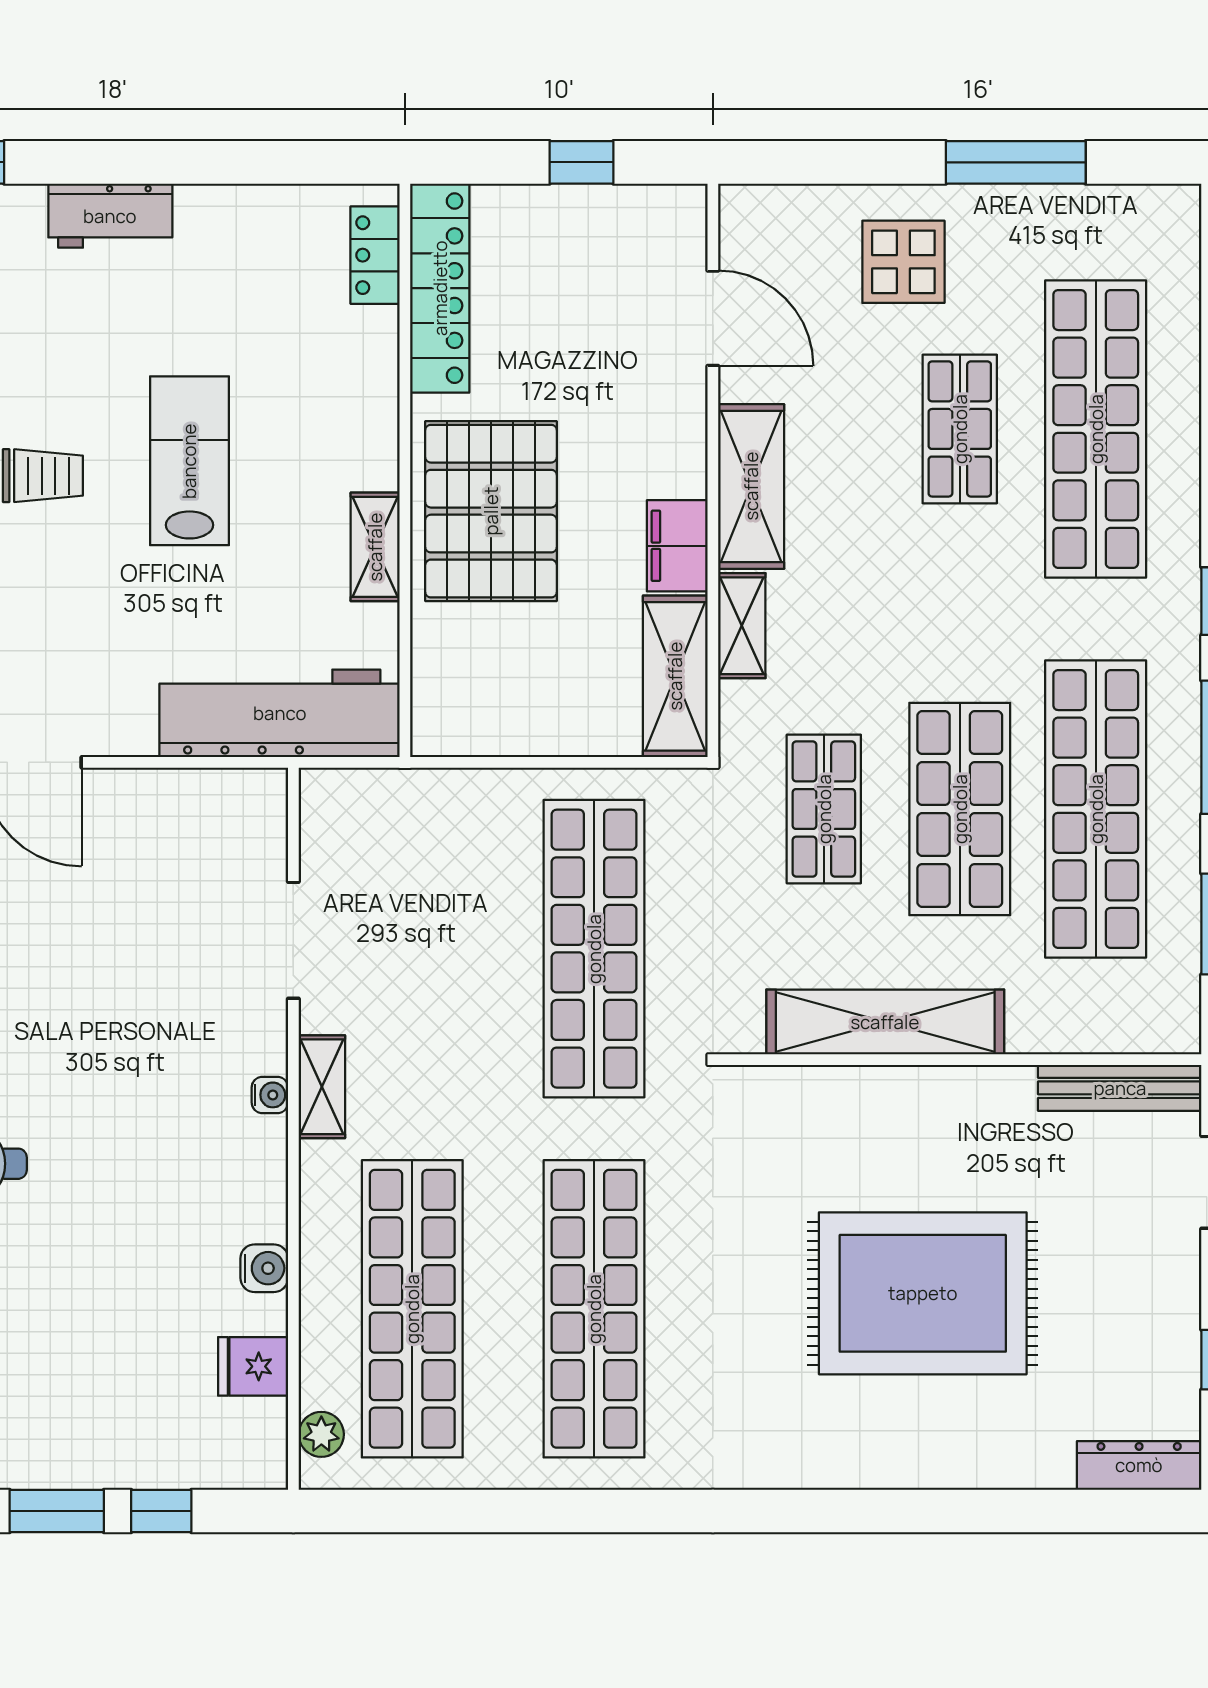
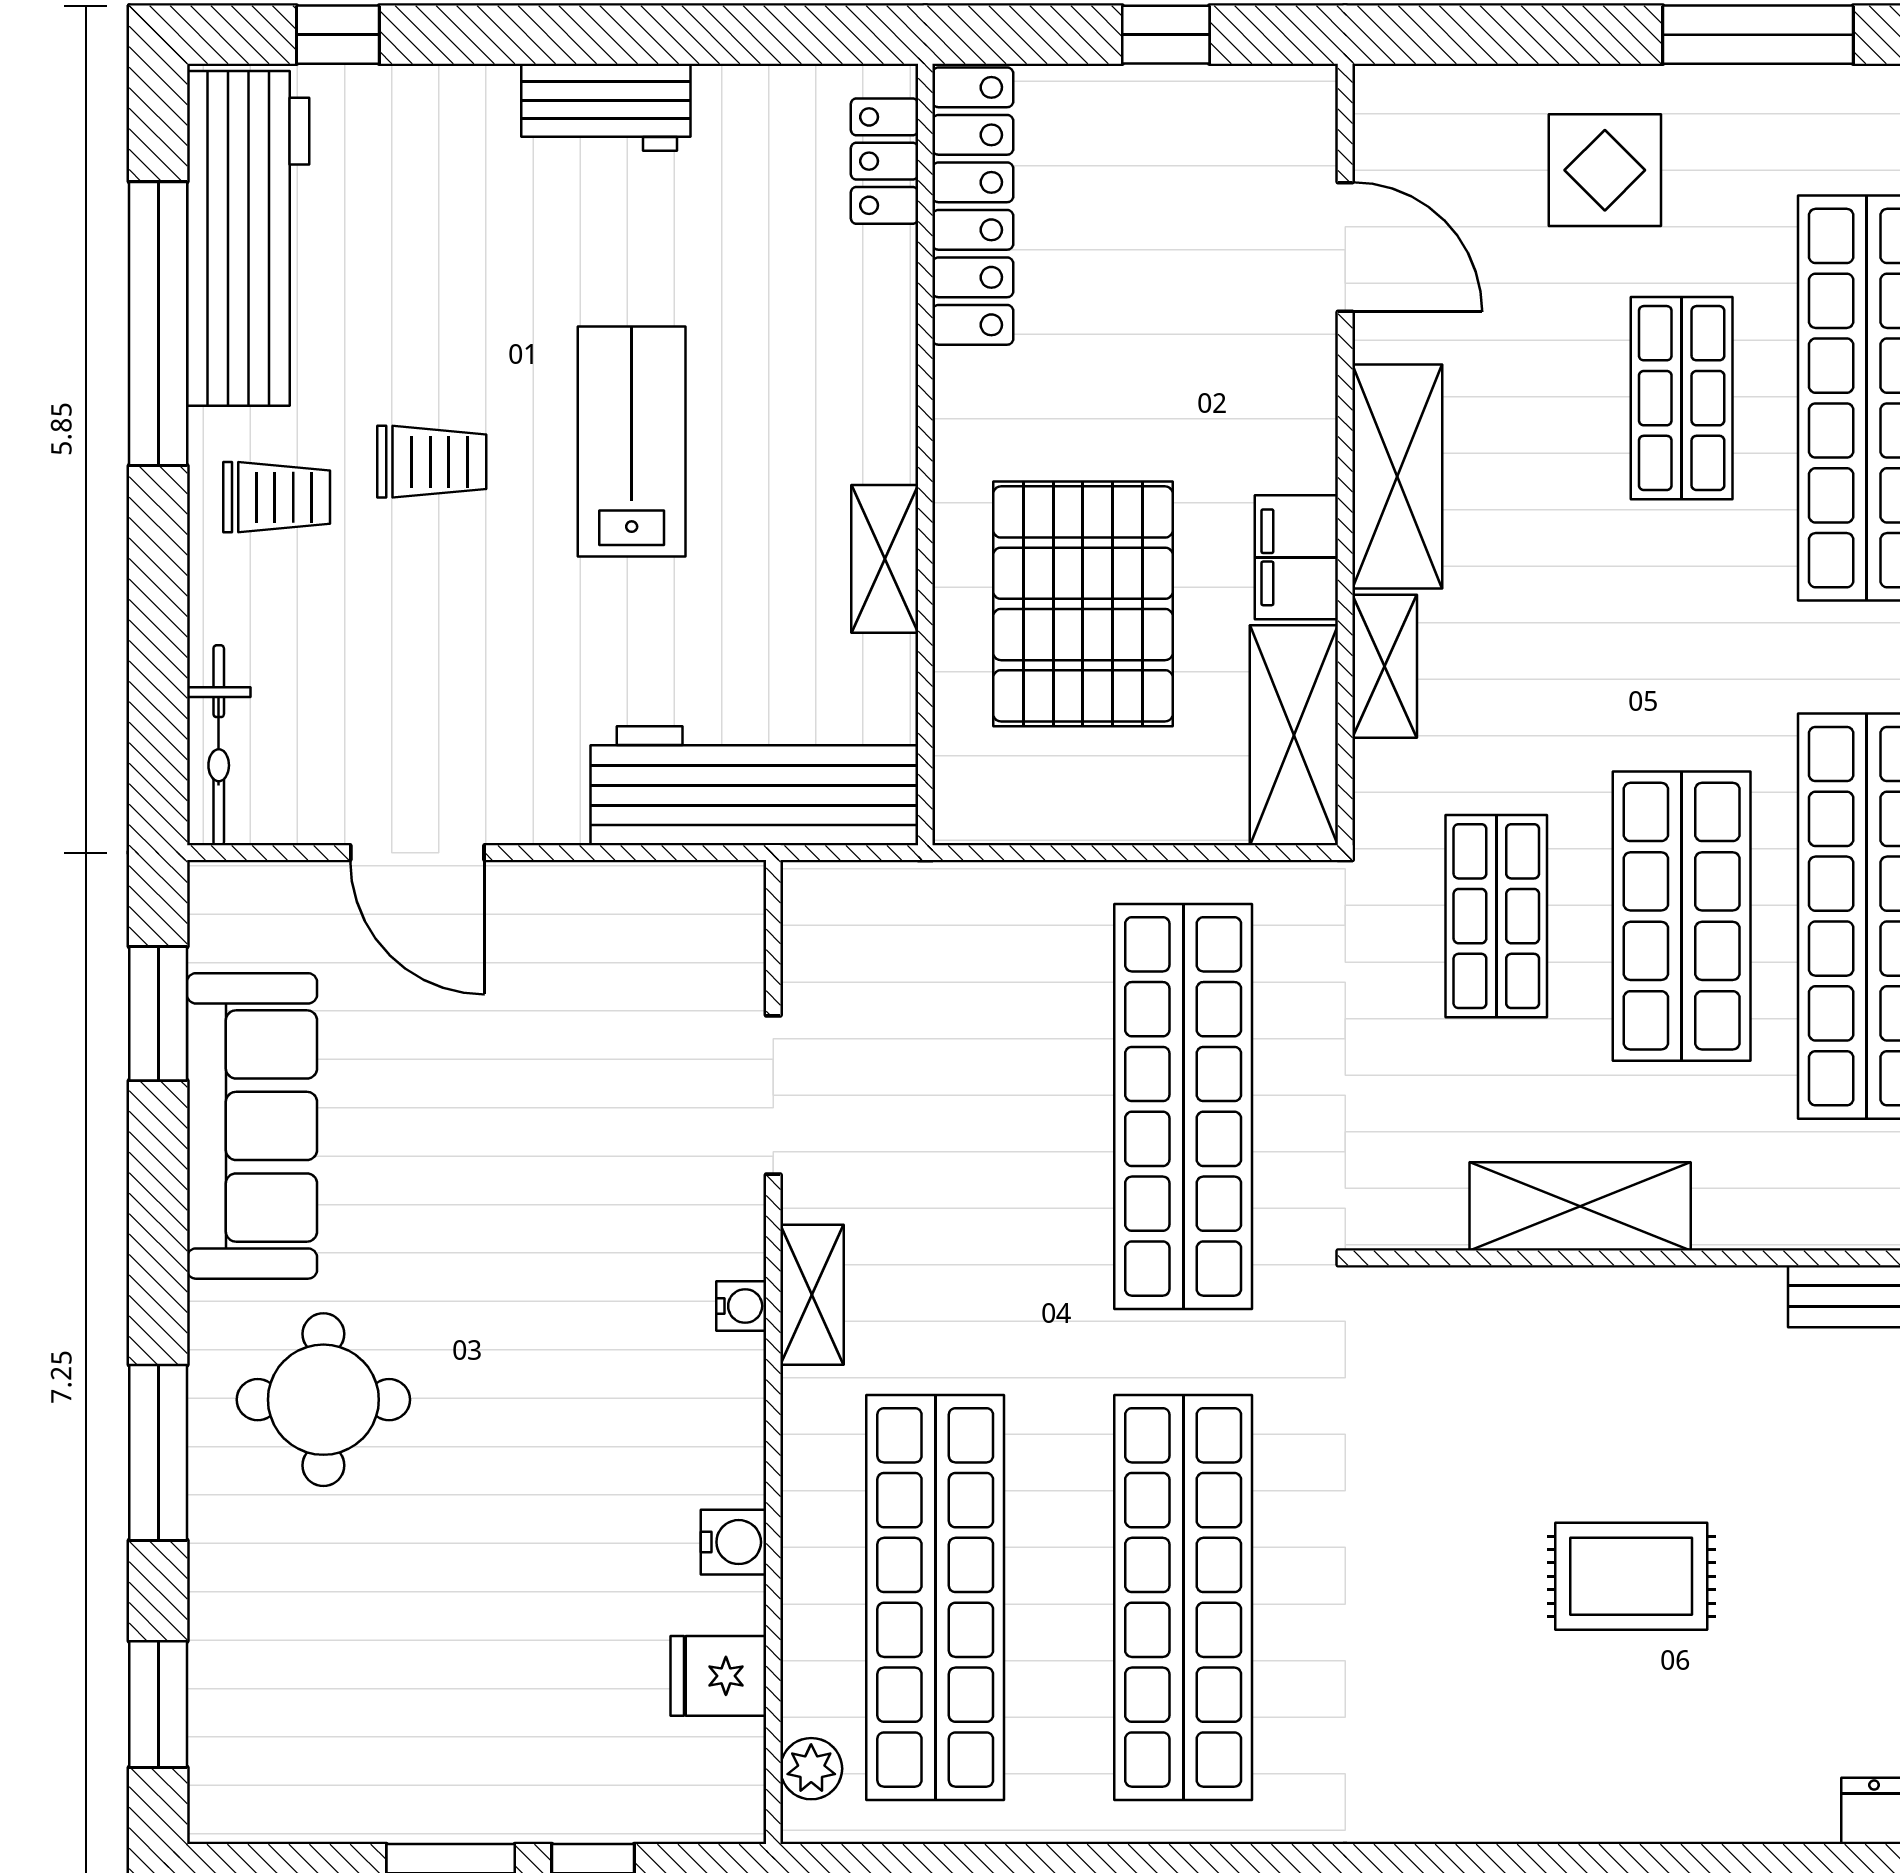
workbench: (110, 216) -> (606, 107), moved
pallet: (491, 511) -> (1083, 604), moved
shelving: (885, 1022) -> (1580, 1206), width x0.68
rug: (923, 1293) -> (1631, 1576), width x0.54, depth x0.49

